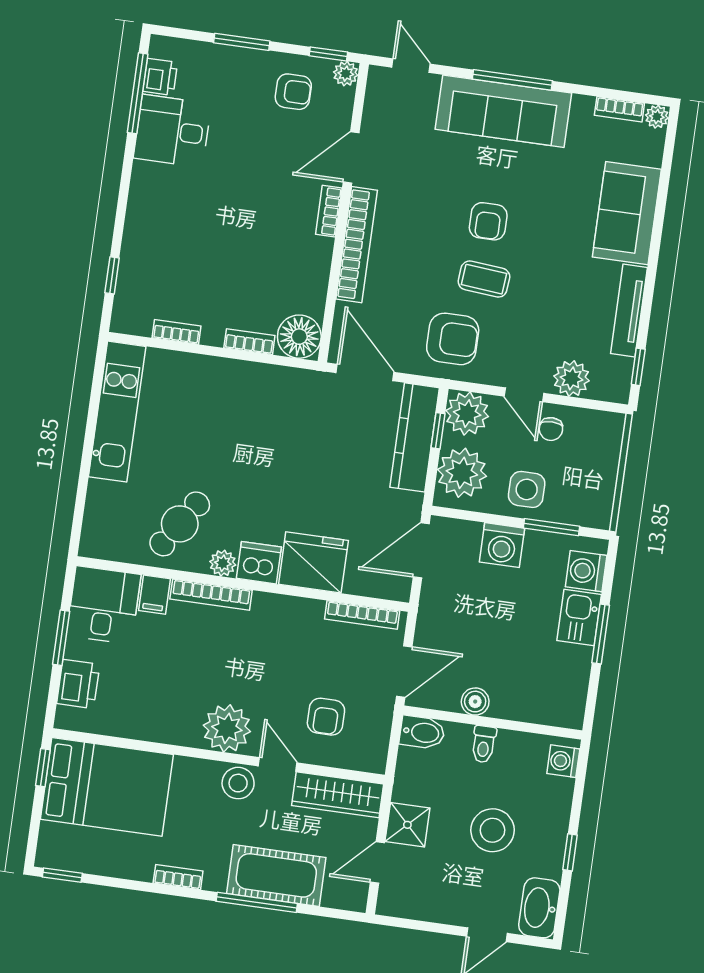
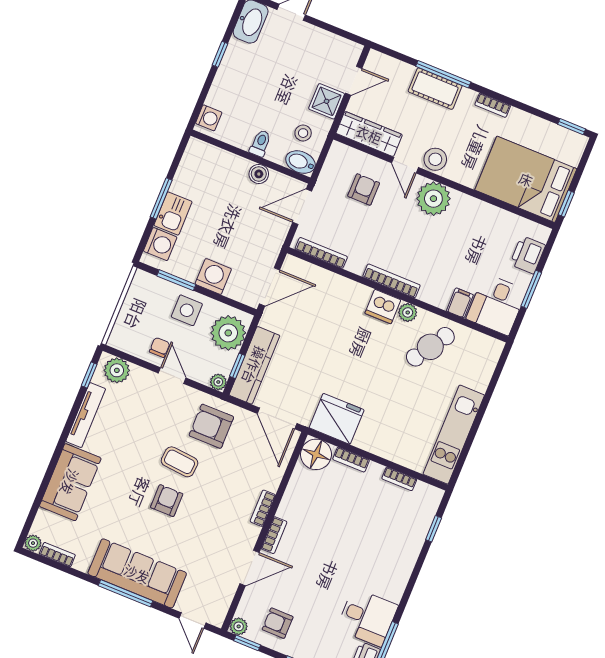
bookcase: (357, 245) -> (263, 508), width x0.43, depth x0.76
plant: (572, 378) -> (117, 370), moved
plant: (467, 413) -> (218, 382), width x0.53, depth x0.53
fridge: (313, 562) -> (337, 419), moved, turned 180
bookcase: (211, 595) -> (392, 281), moved
stool: (493, 830) -> (303, 133), moved, width x0.53, depth x0.53
cot: (276, 875) -> (435, 89), width x0.73, depth x0.75

